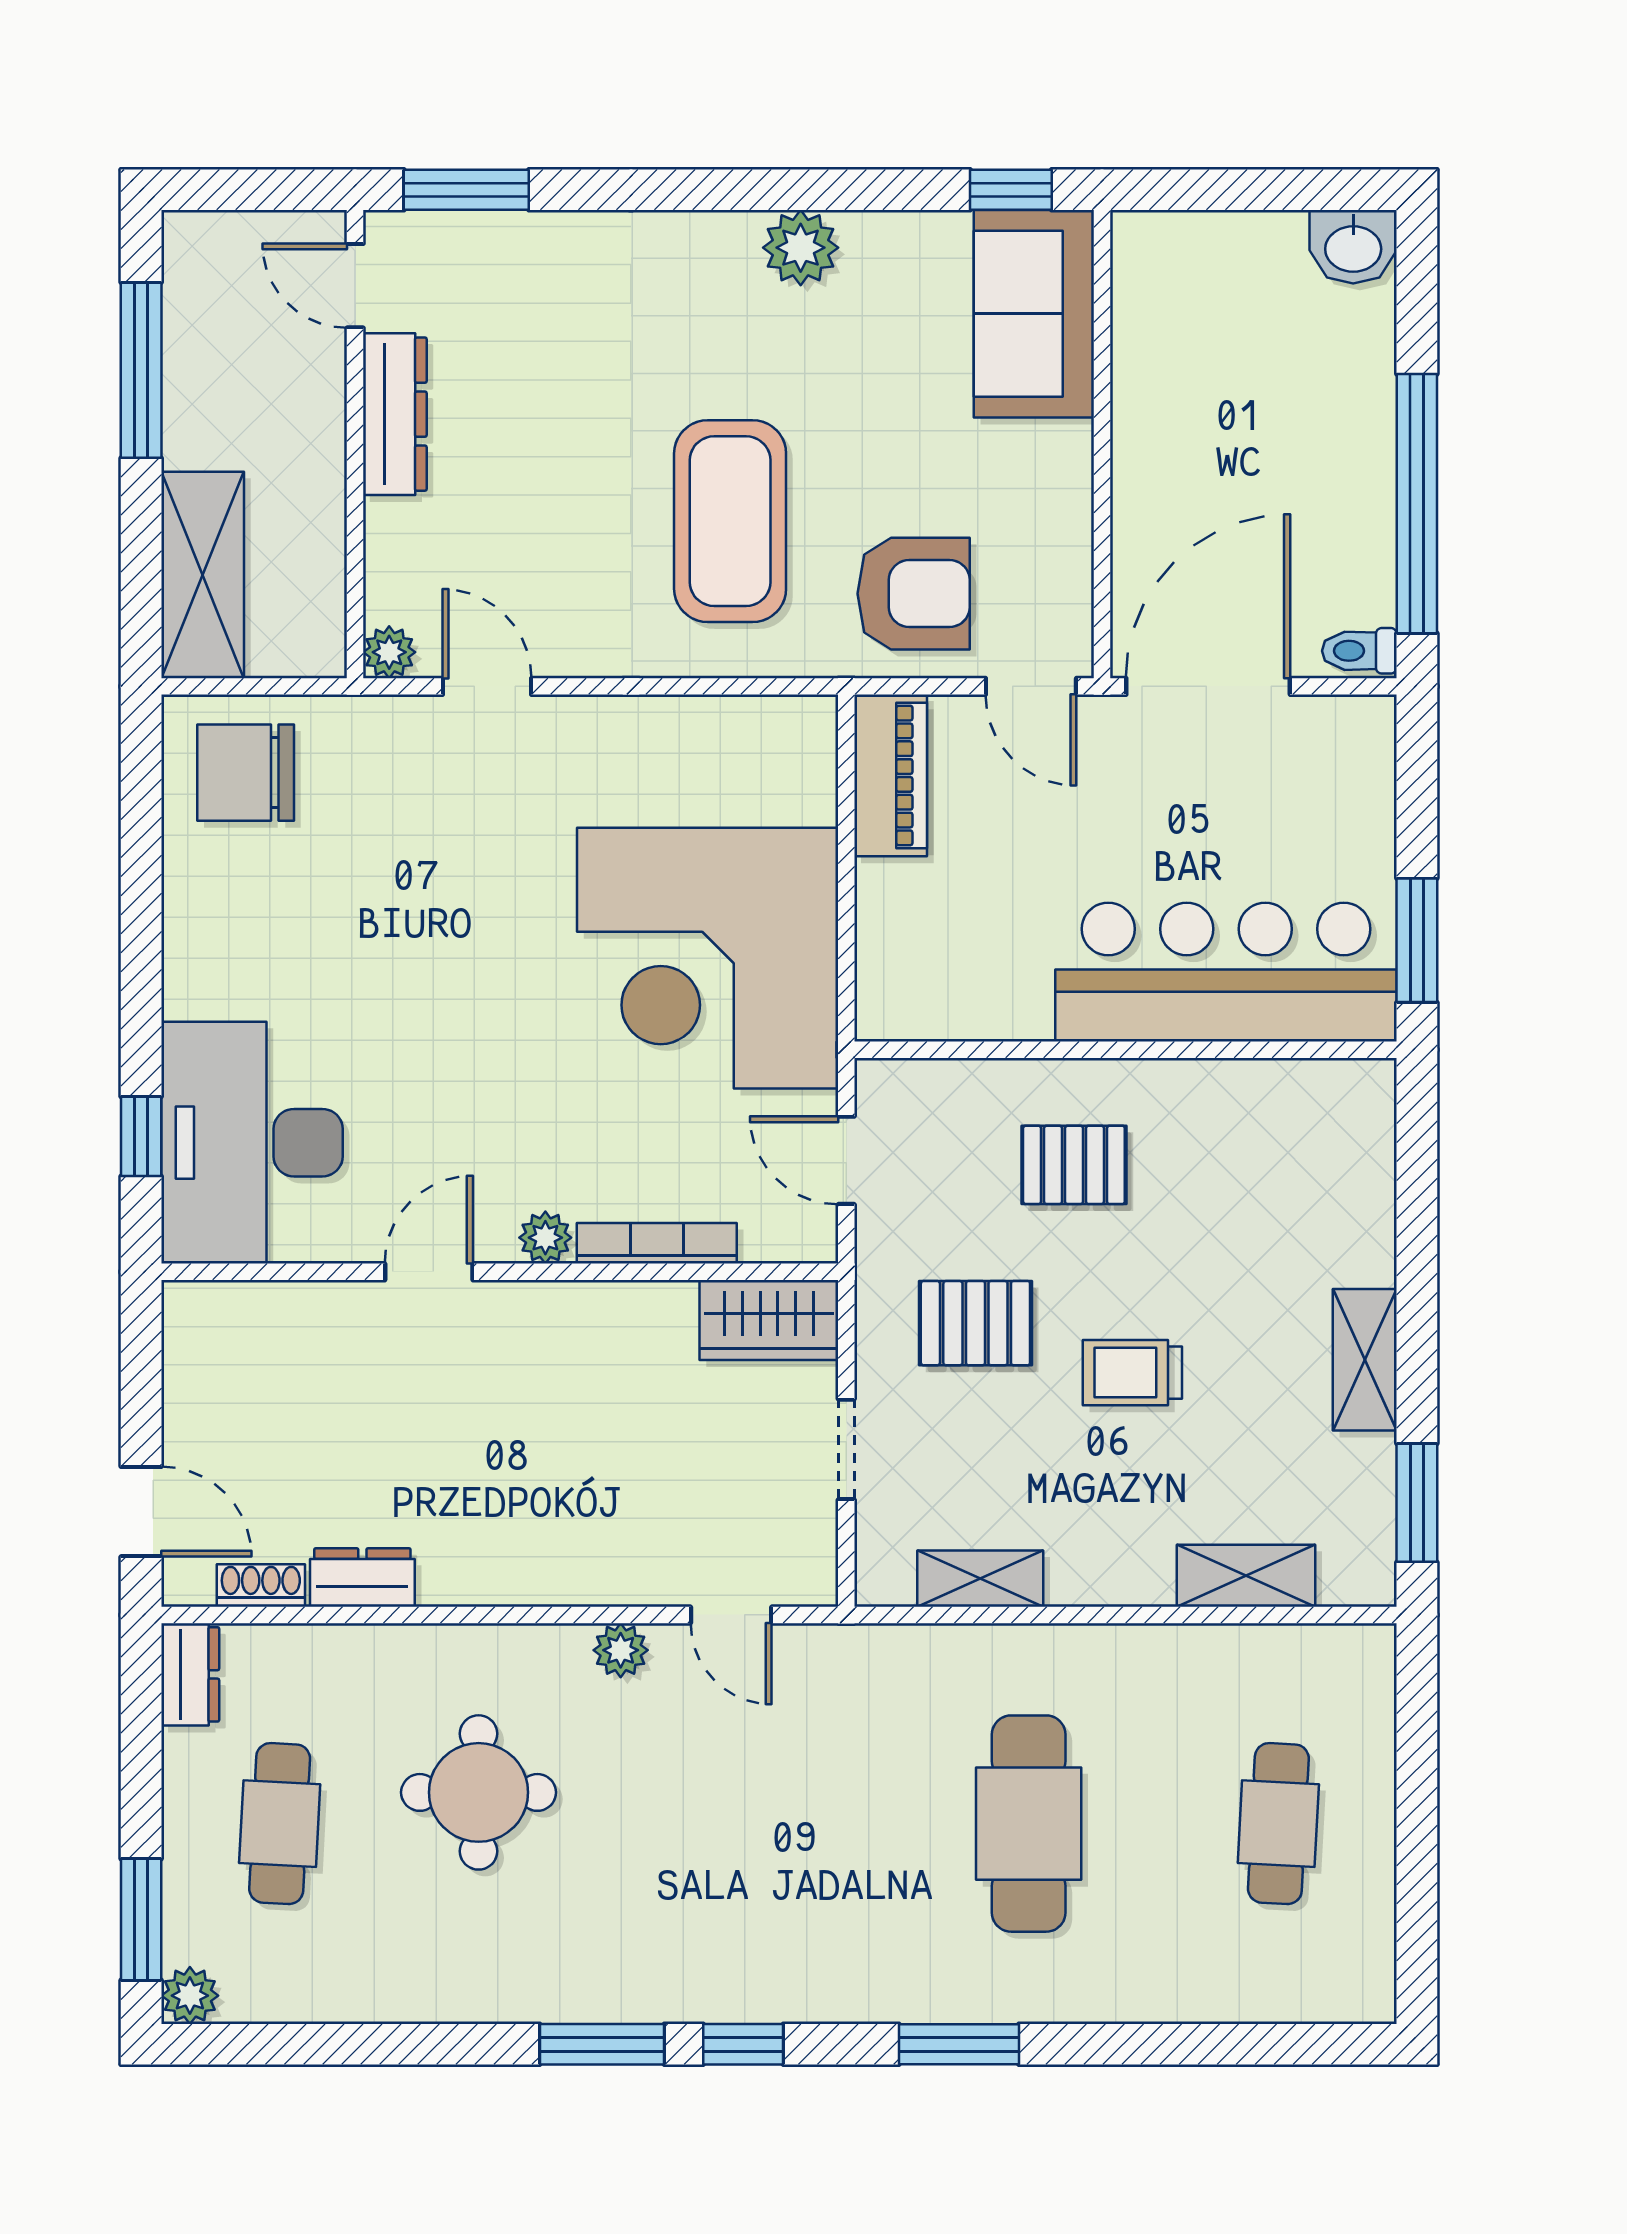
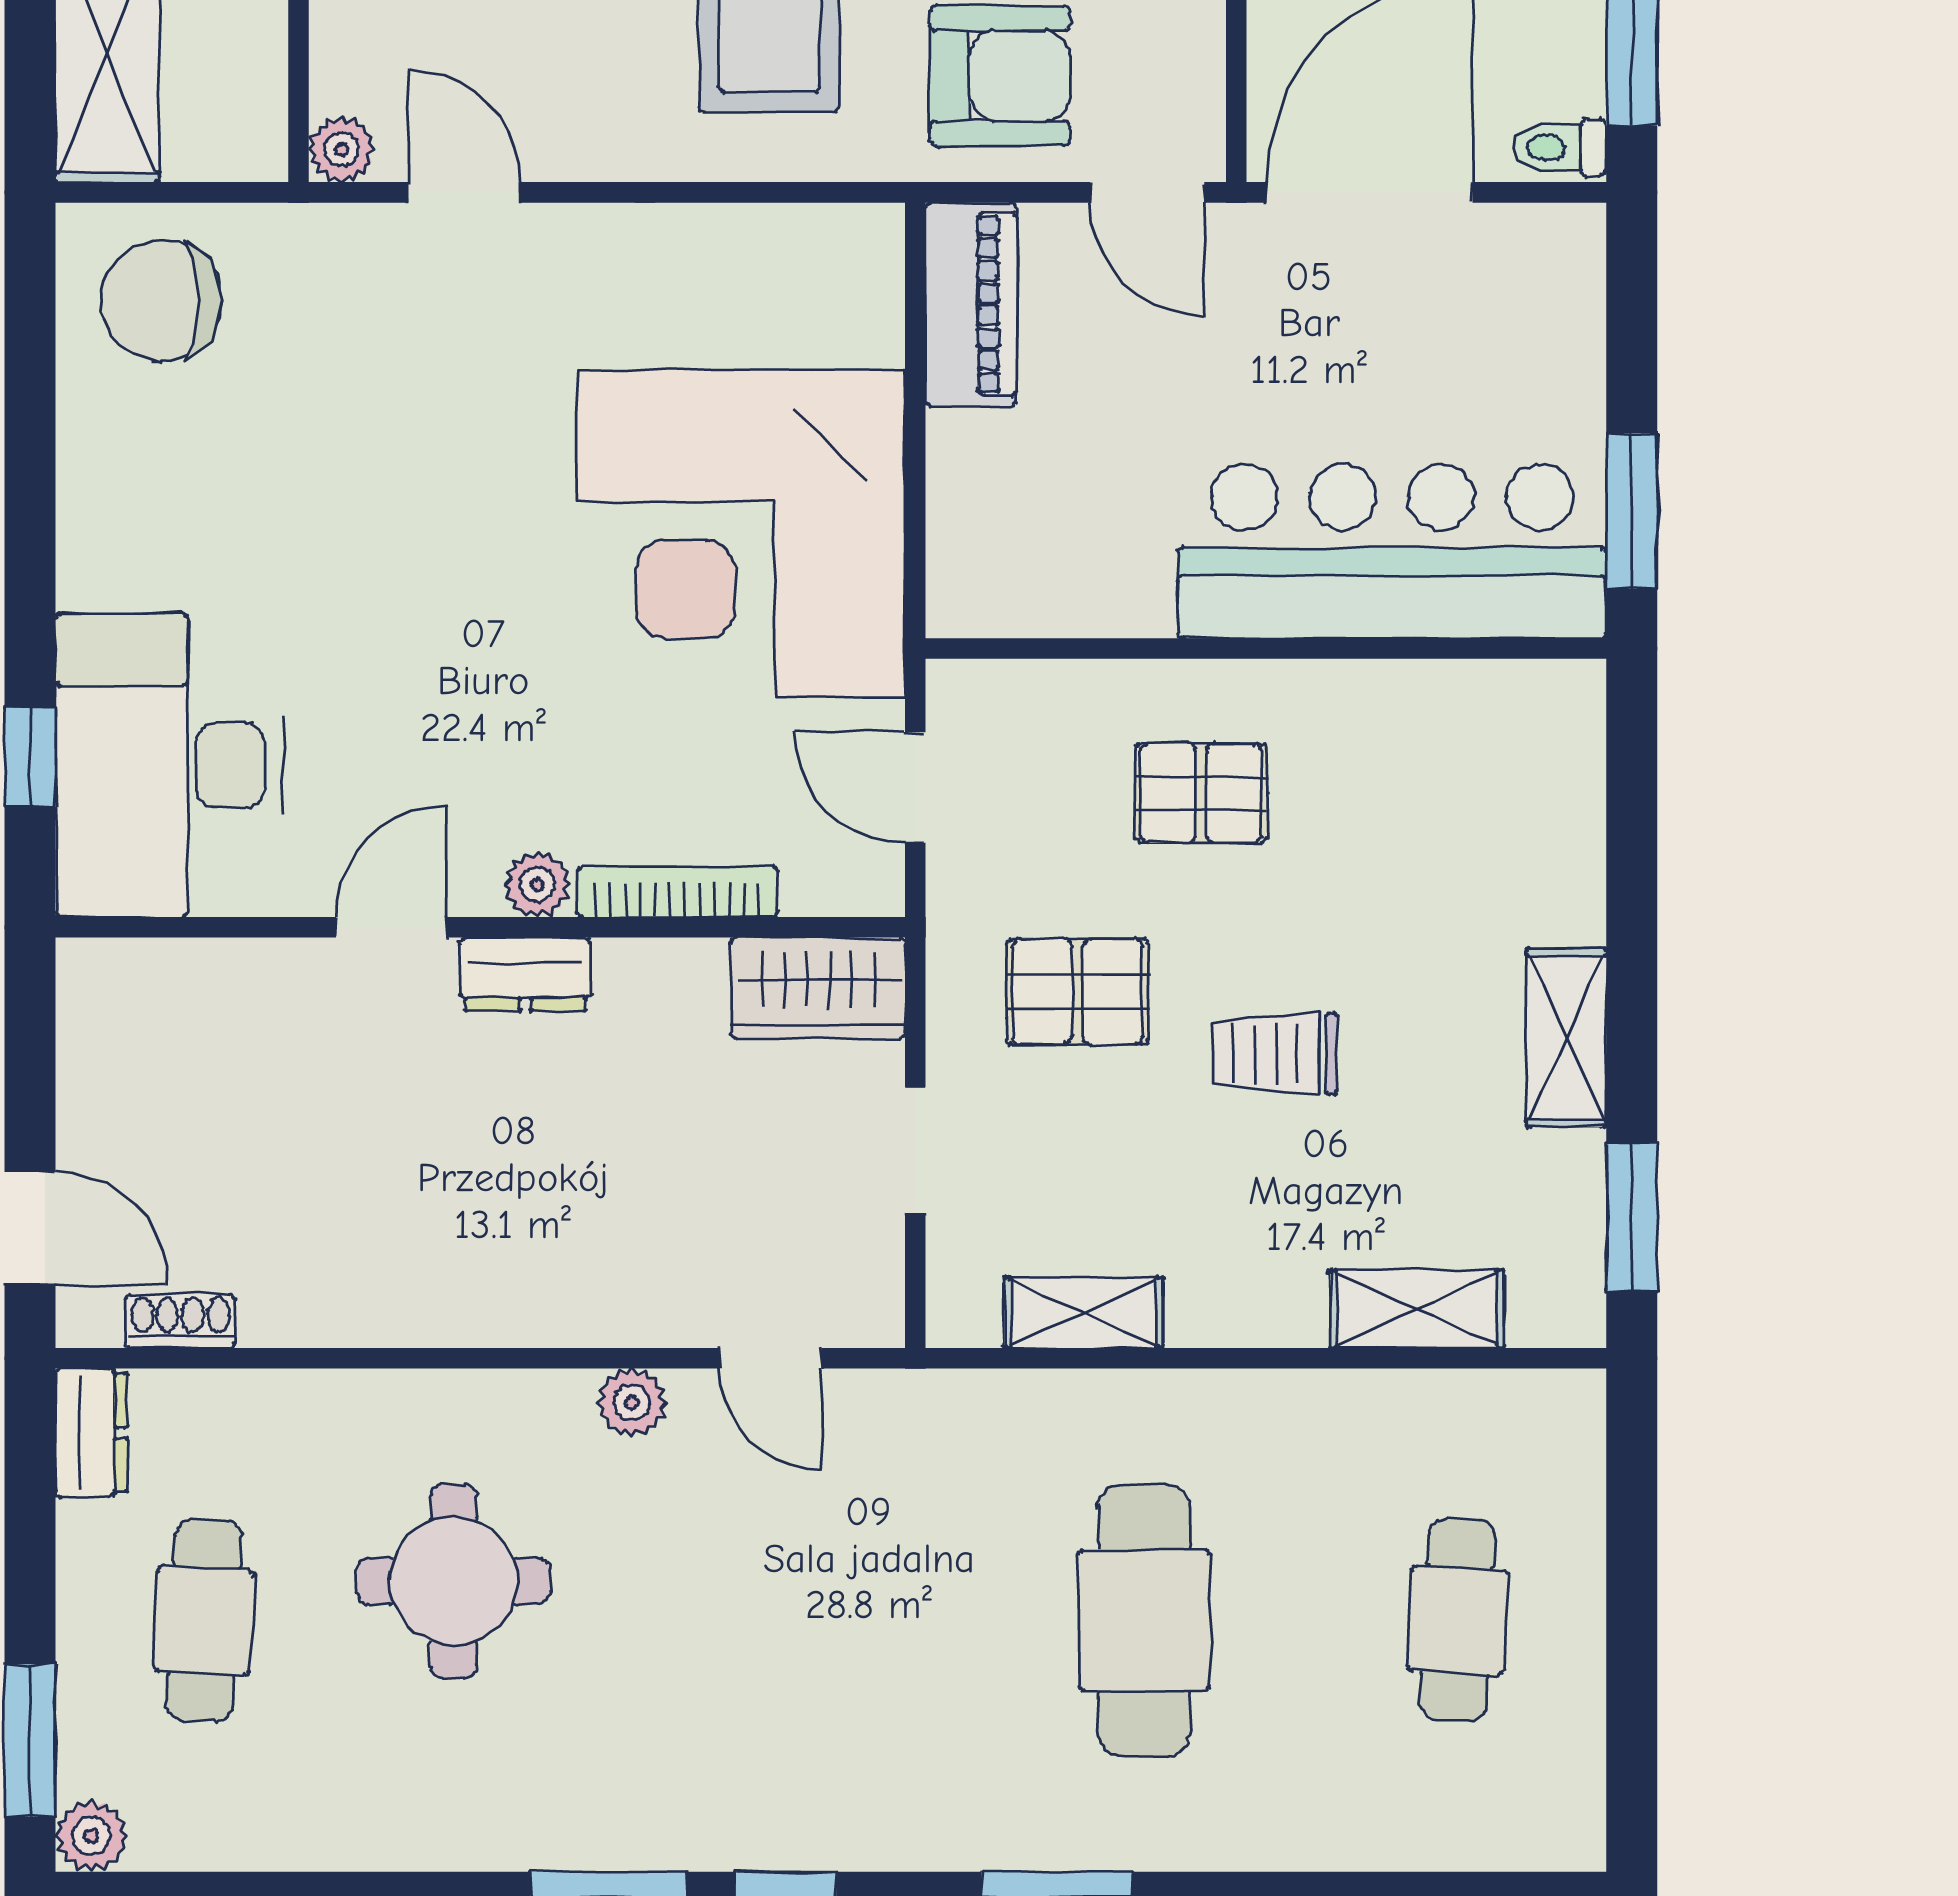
dresser: (362, 1578) -> (526, 974), moved, turned 180

